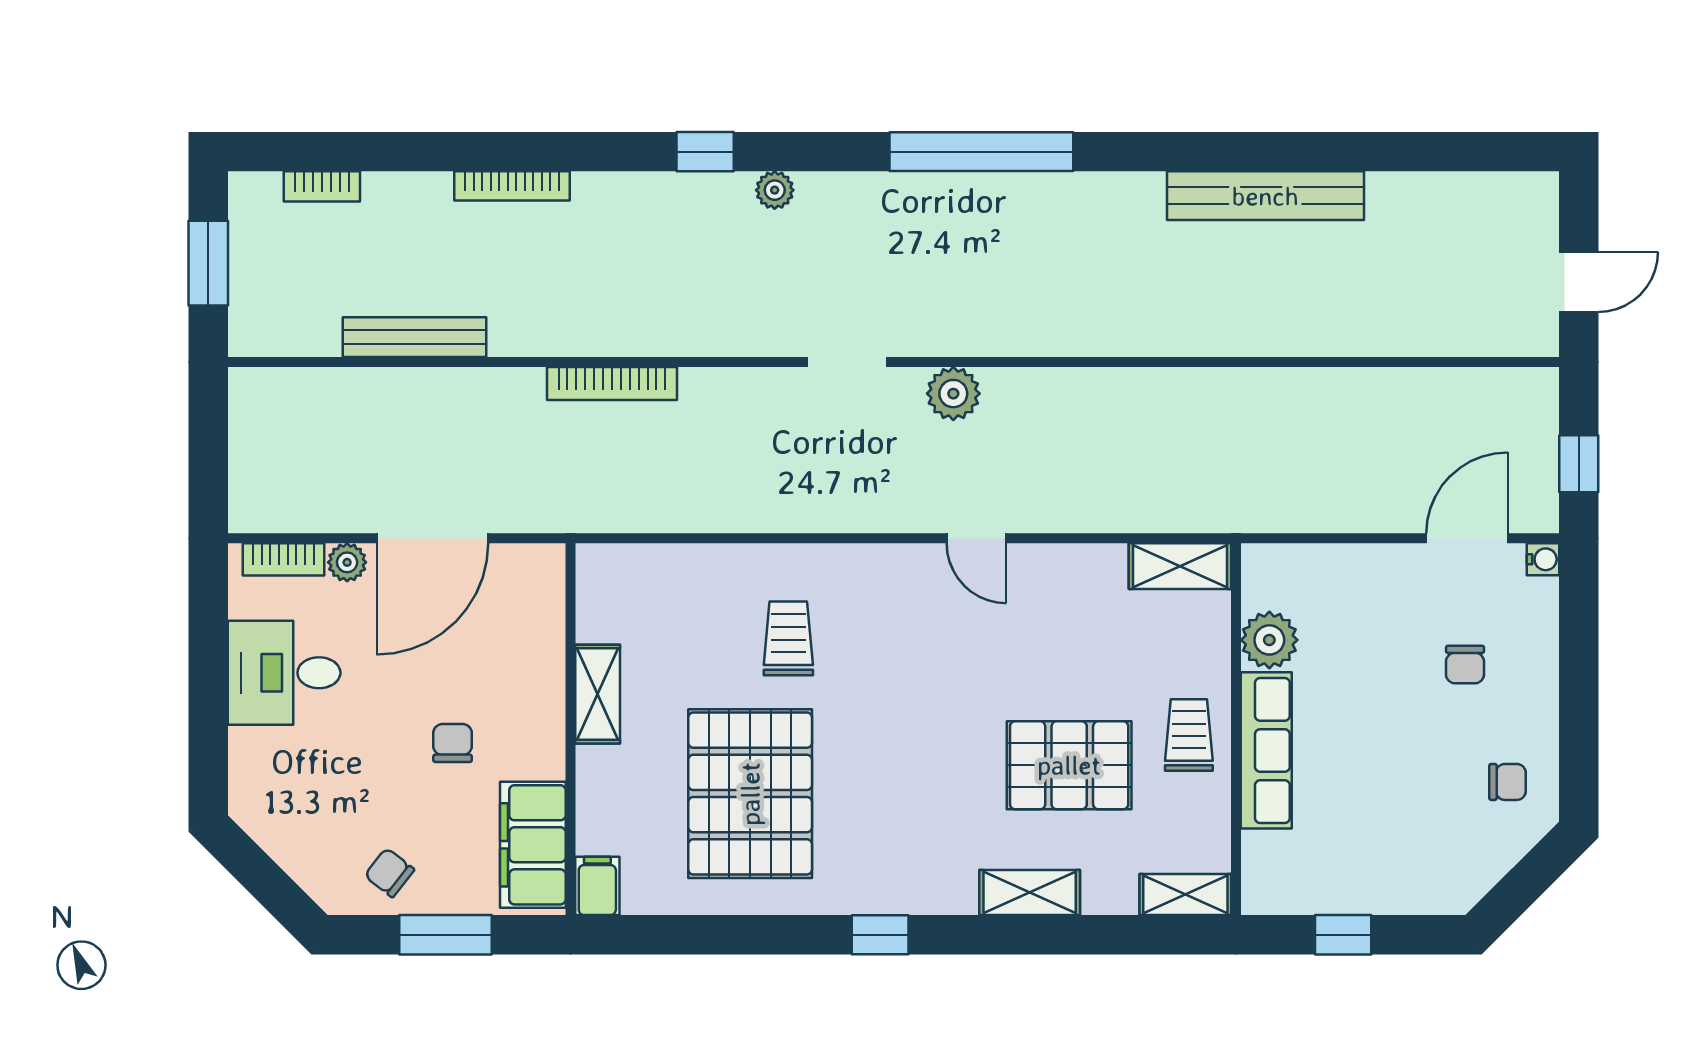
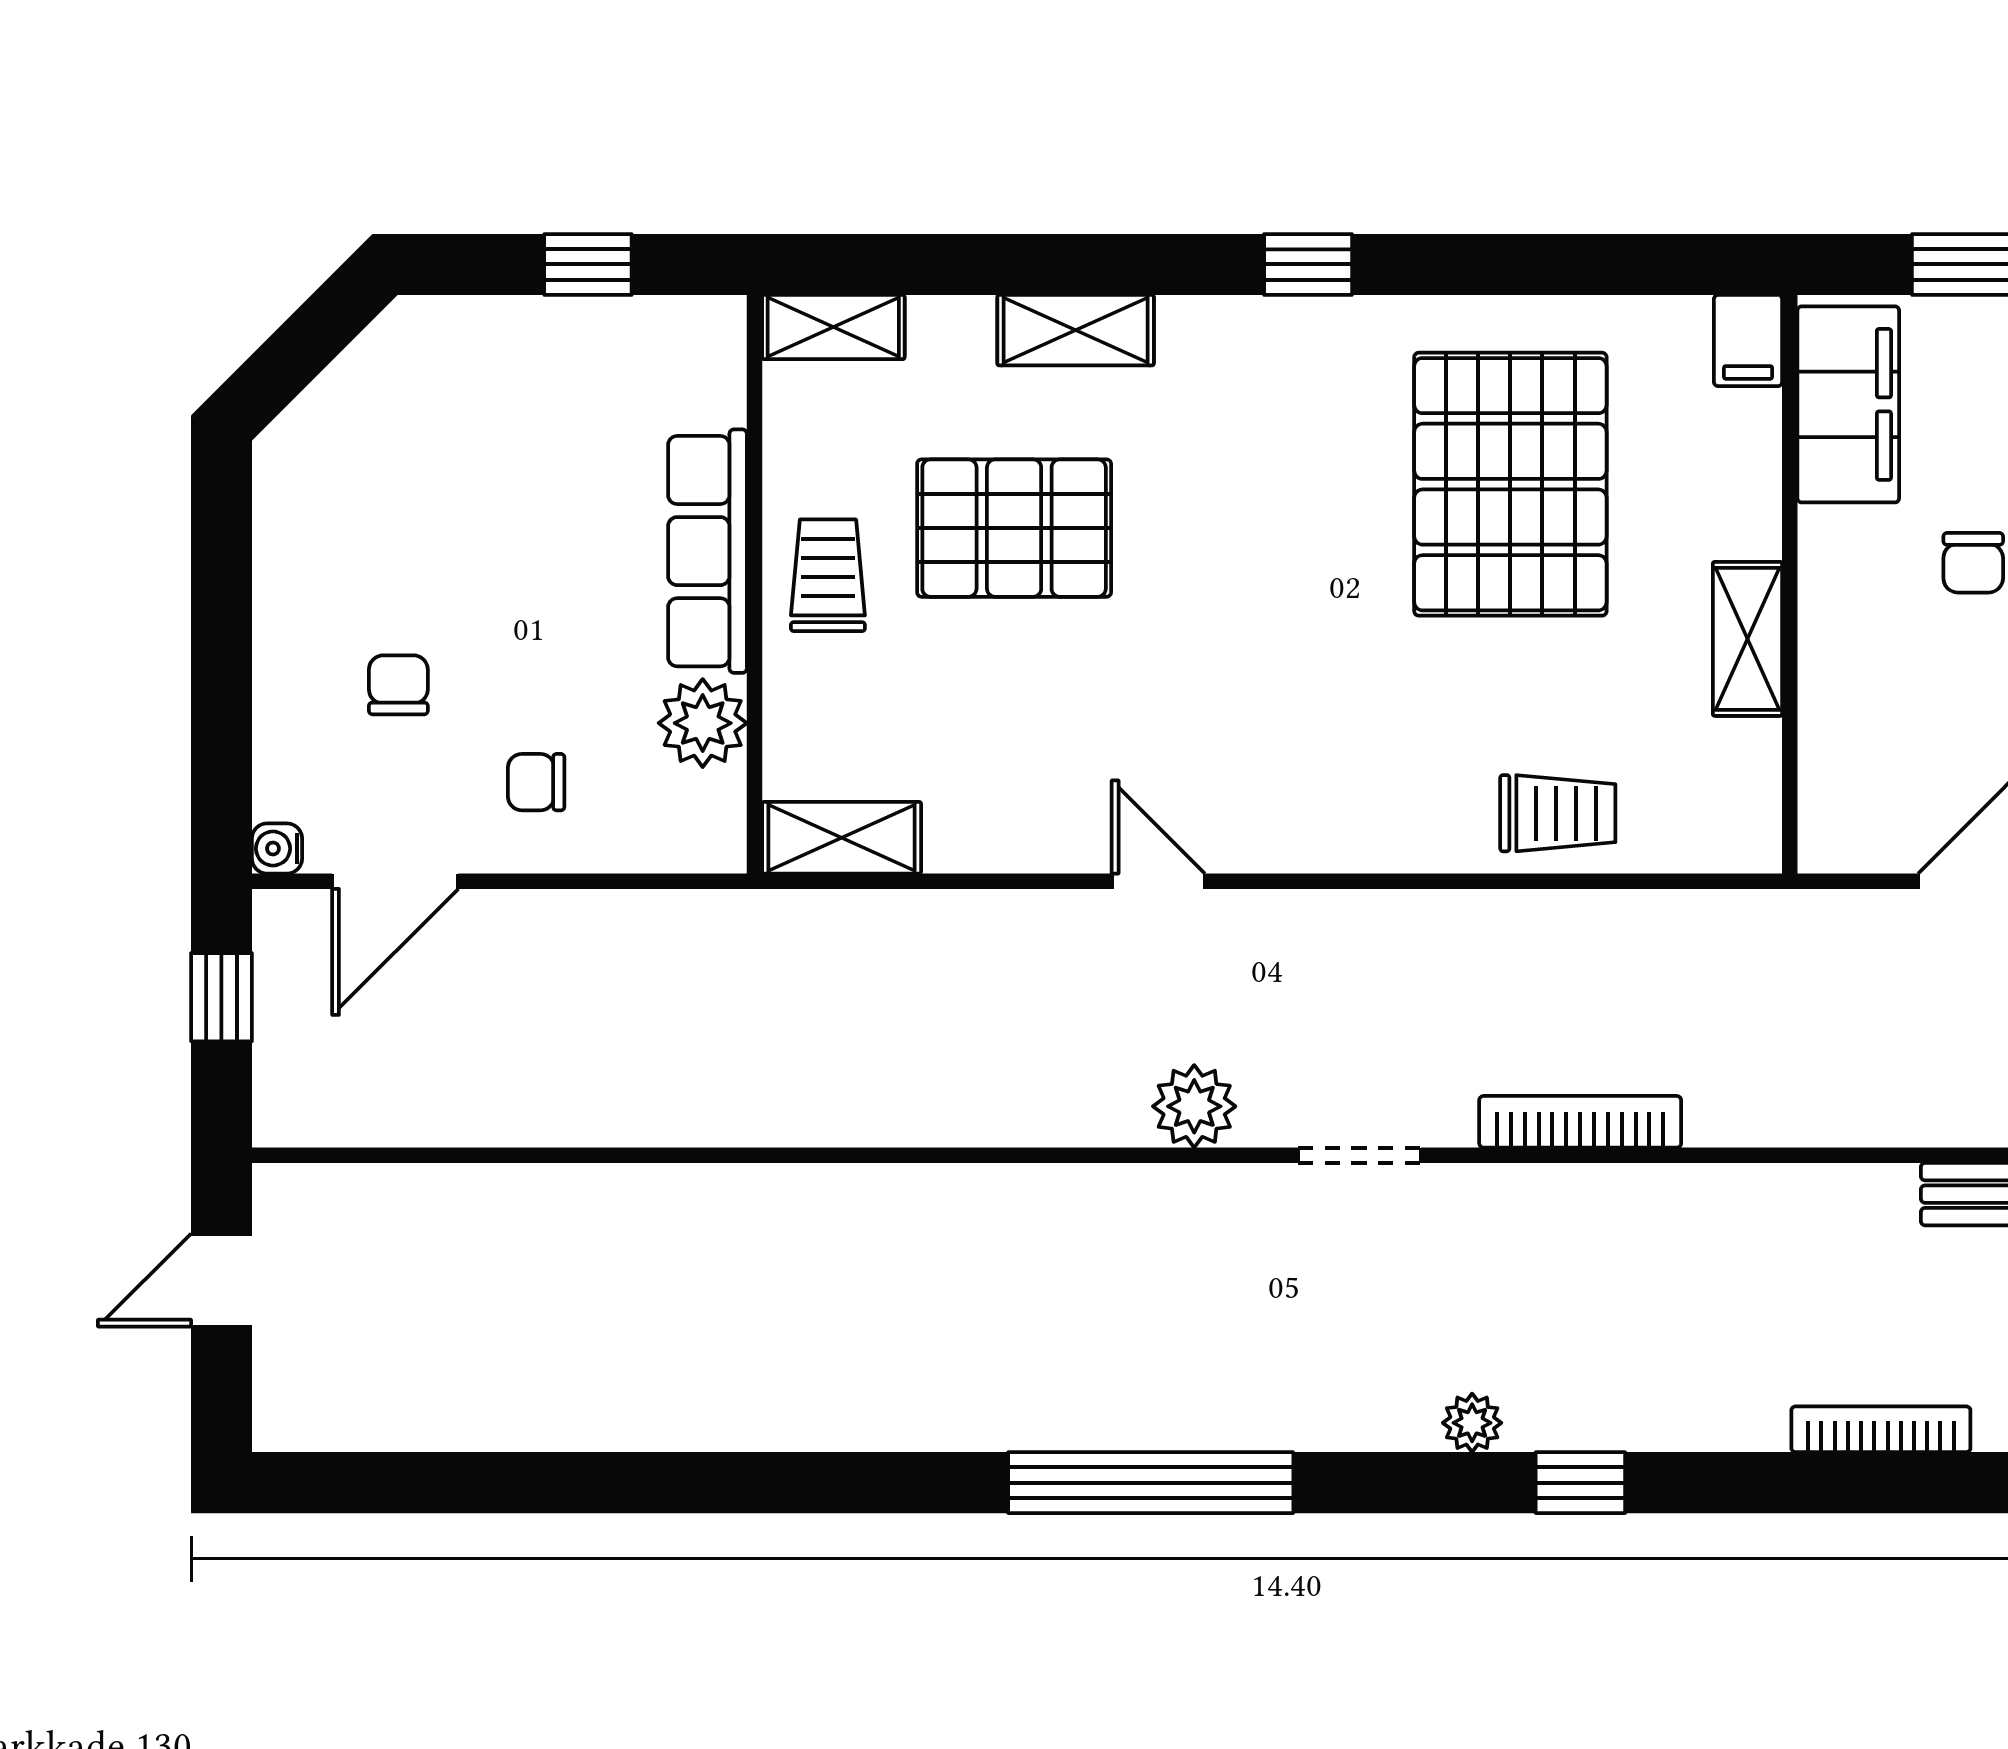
bench: (1265, 196) -> (709, 1414), removed
bookcase: (612, 384) -> (1580, 1122), moved
trolley: (788, 638) -> (1558, 813), moved, turned -90
trolley: (1189, 735) -> (828, 575), turned 180
chair: (1508, 782) -> (536, 782), moved

